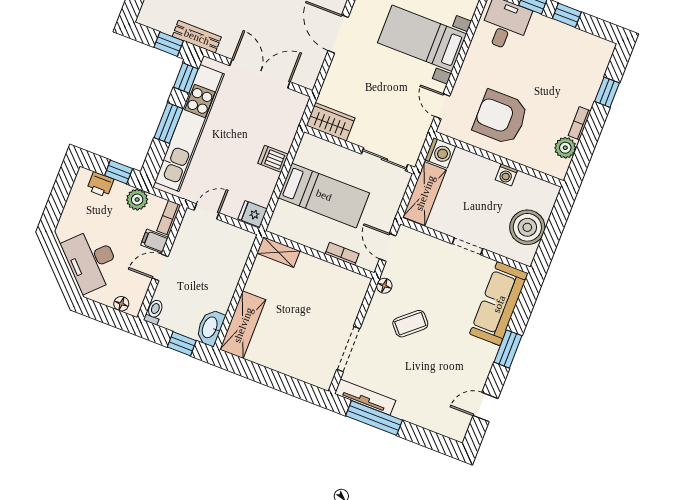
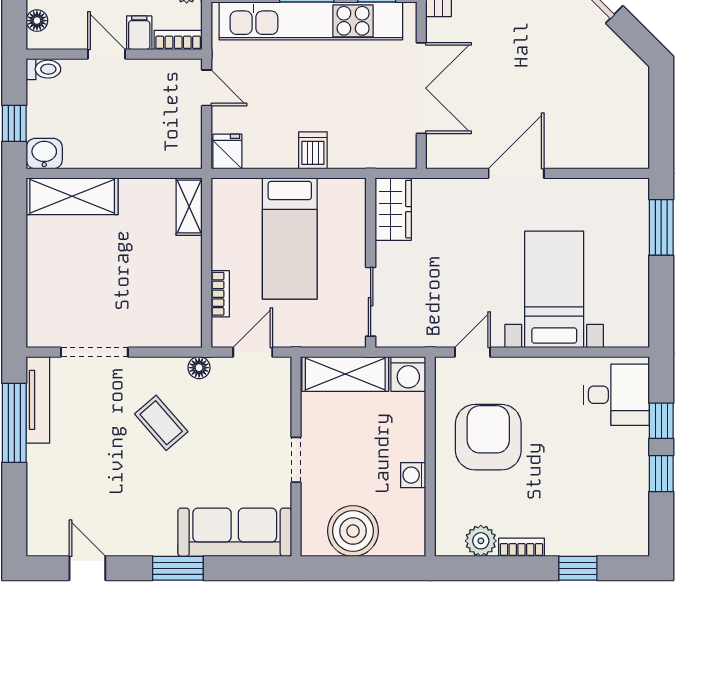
washbasin: (210, 328) -> (44, 154), width x0.72

